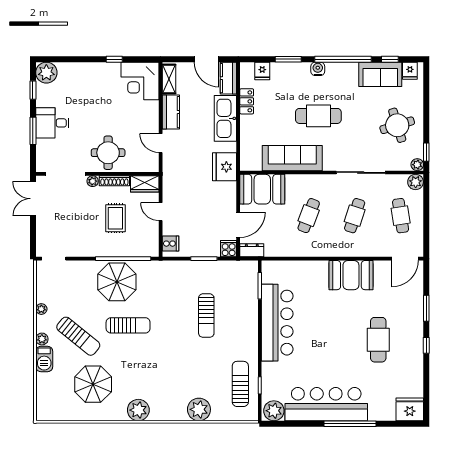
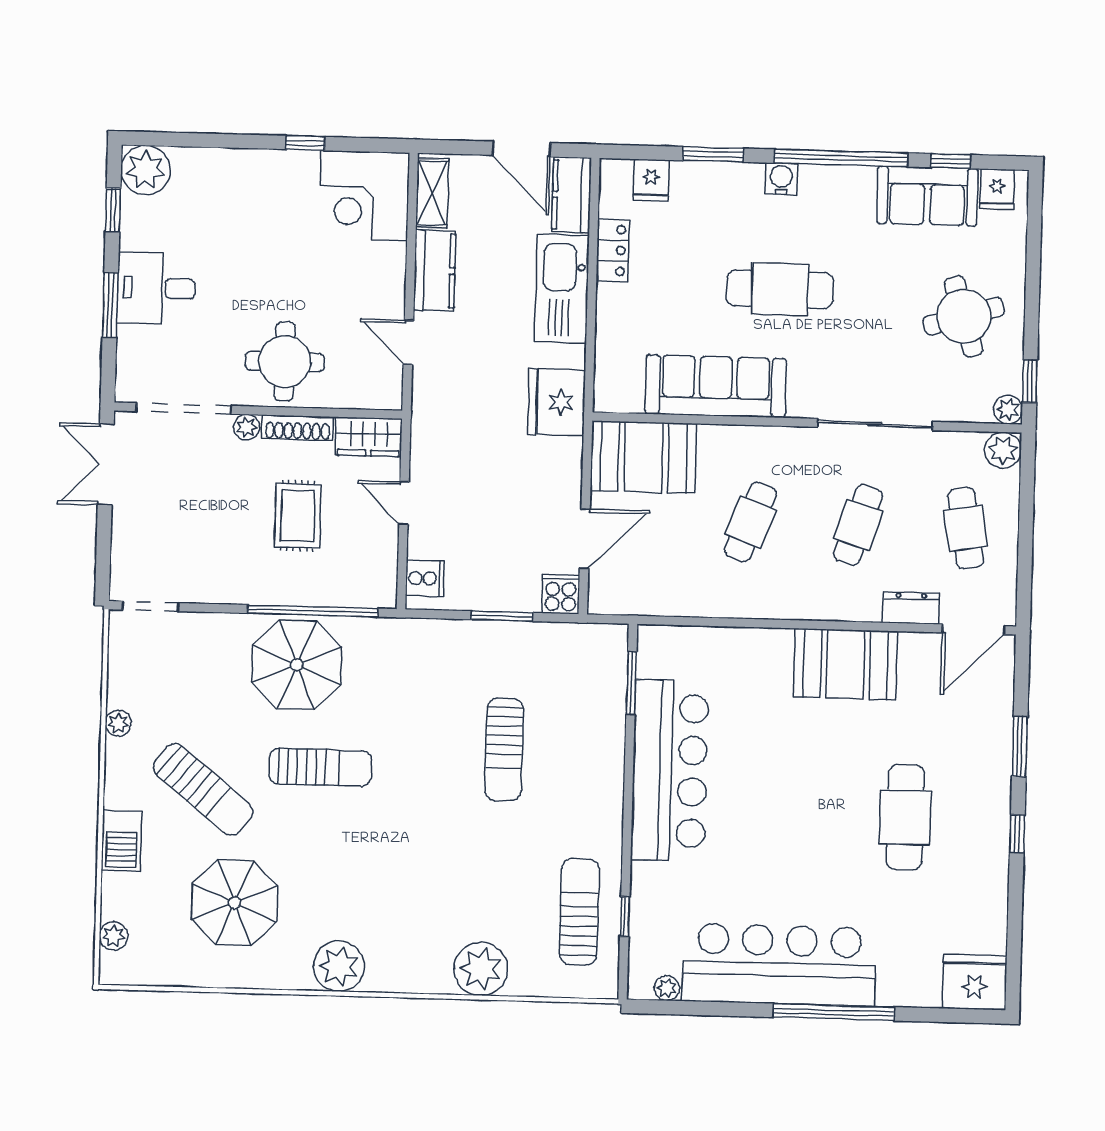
dresser: (252, 250) -> (911, 608), moved
plant: (42, 339) -> (114, 936), moved
plant: (274, 411) -> (667, 988), width x0.53, depth x0.53

